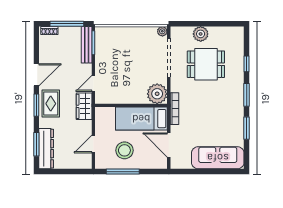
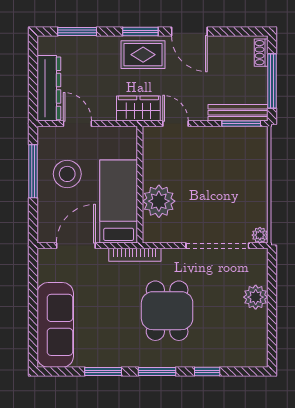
dining table: (206, 64) -> (167, 311), moved
plant: (157, 94) -> (159, 201), moved
dresser: (46, 149) -> (49, 88), moved, turned -90

